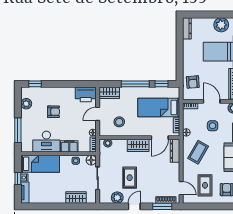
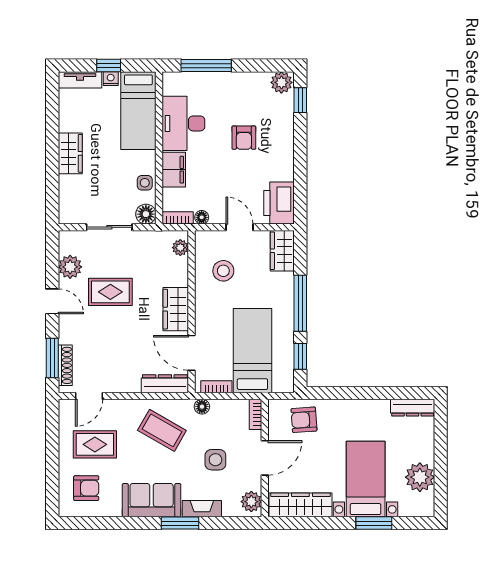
plant: (26, 104) -> (281, 82), moved
wardrobe: (76, 197) -> (70, 153), moved

